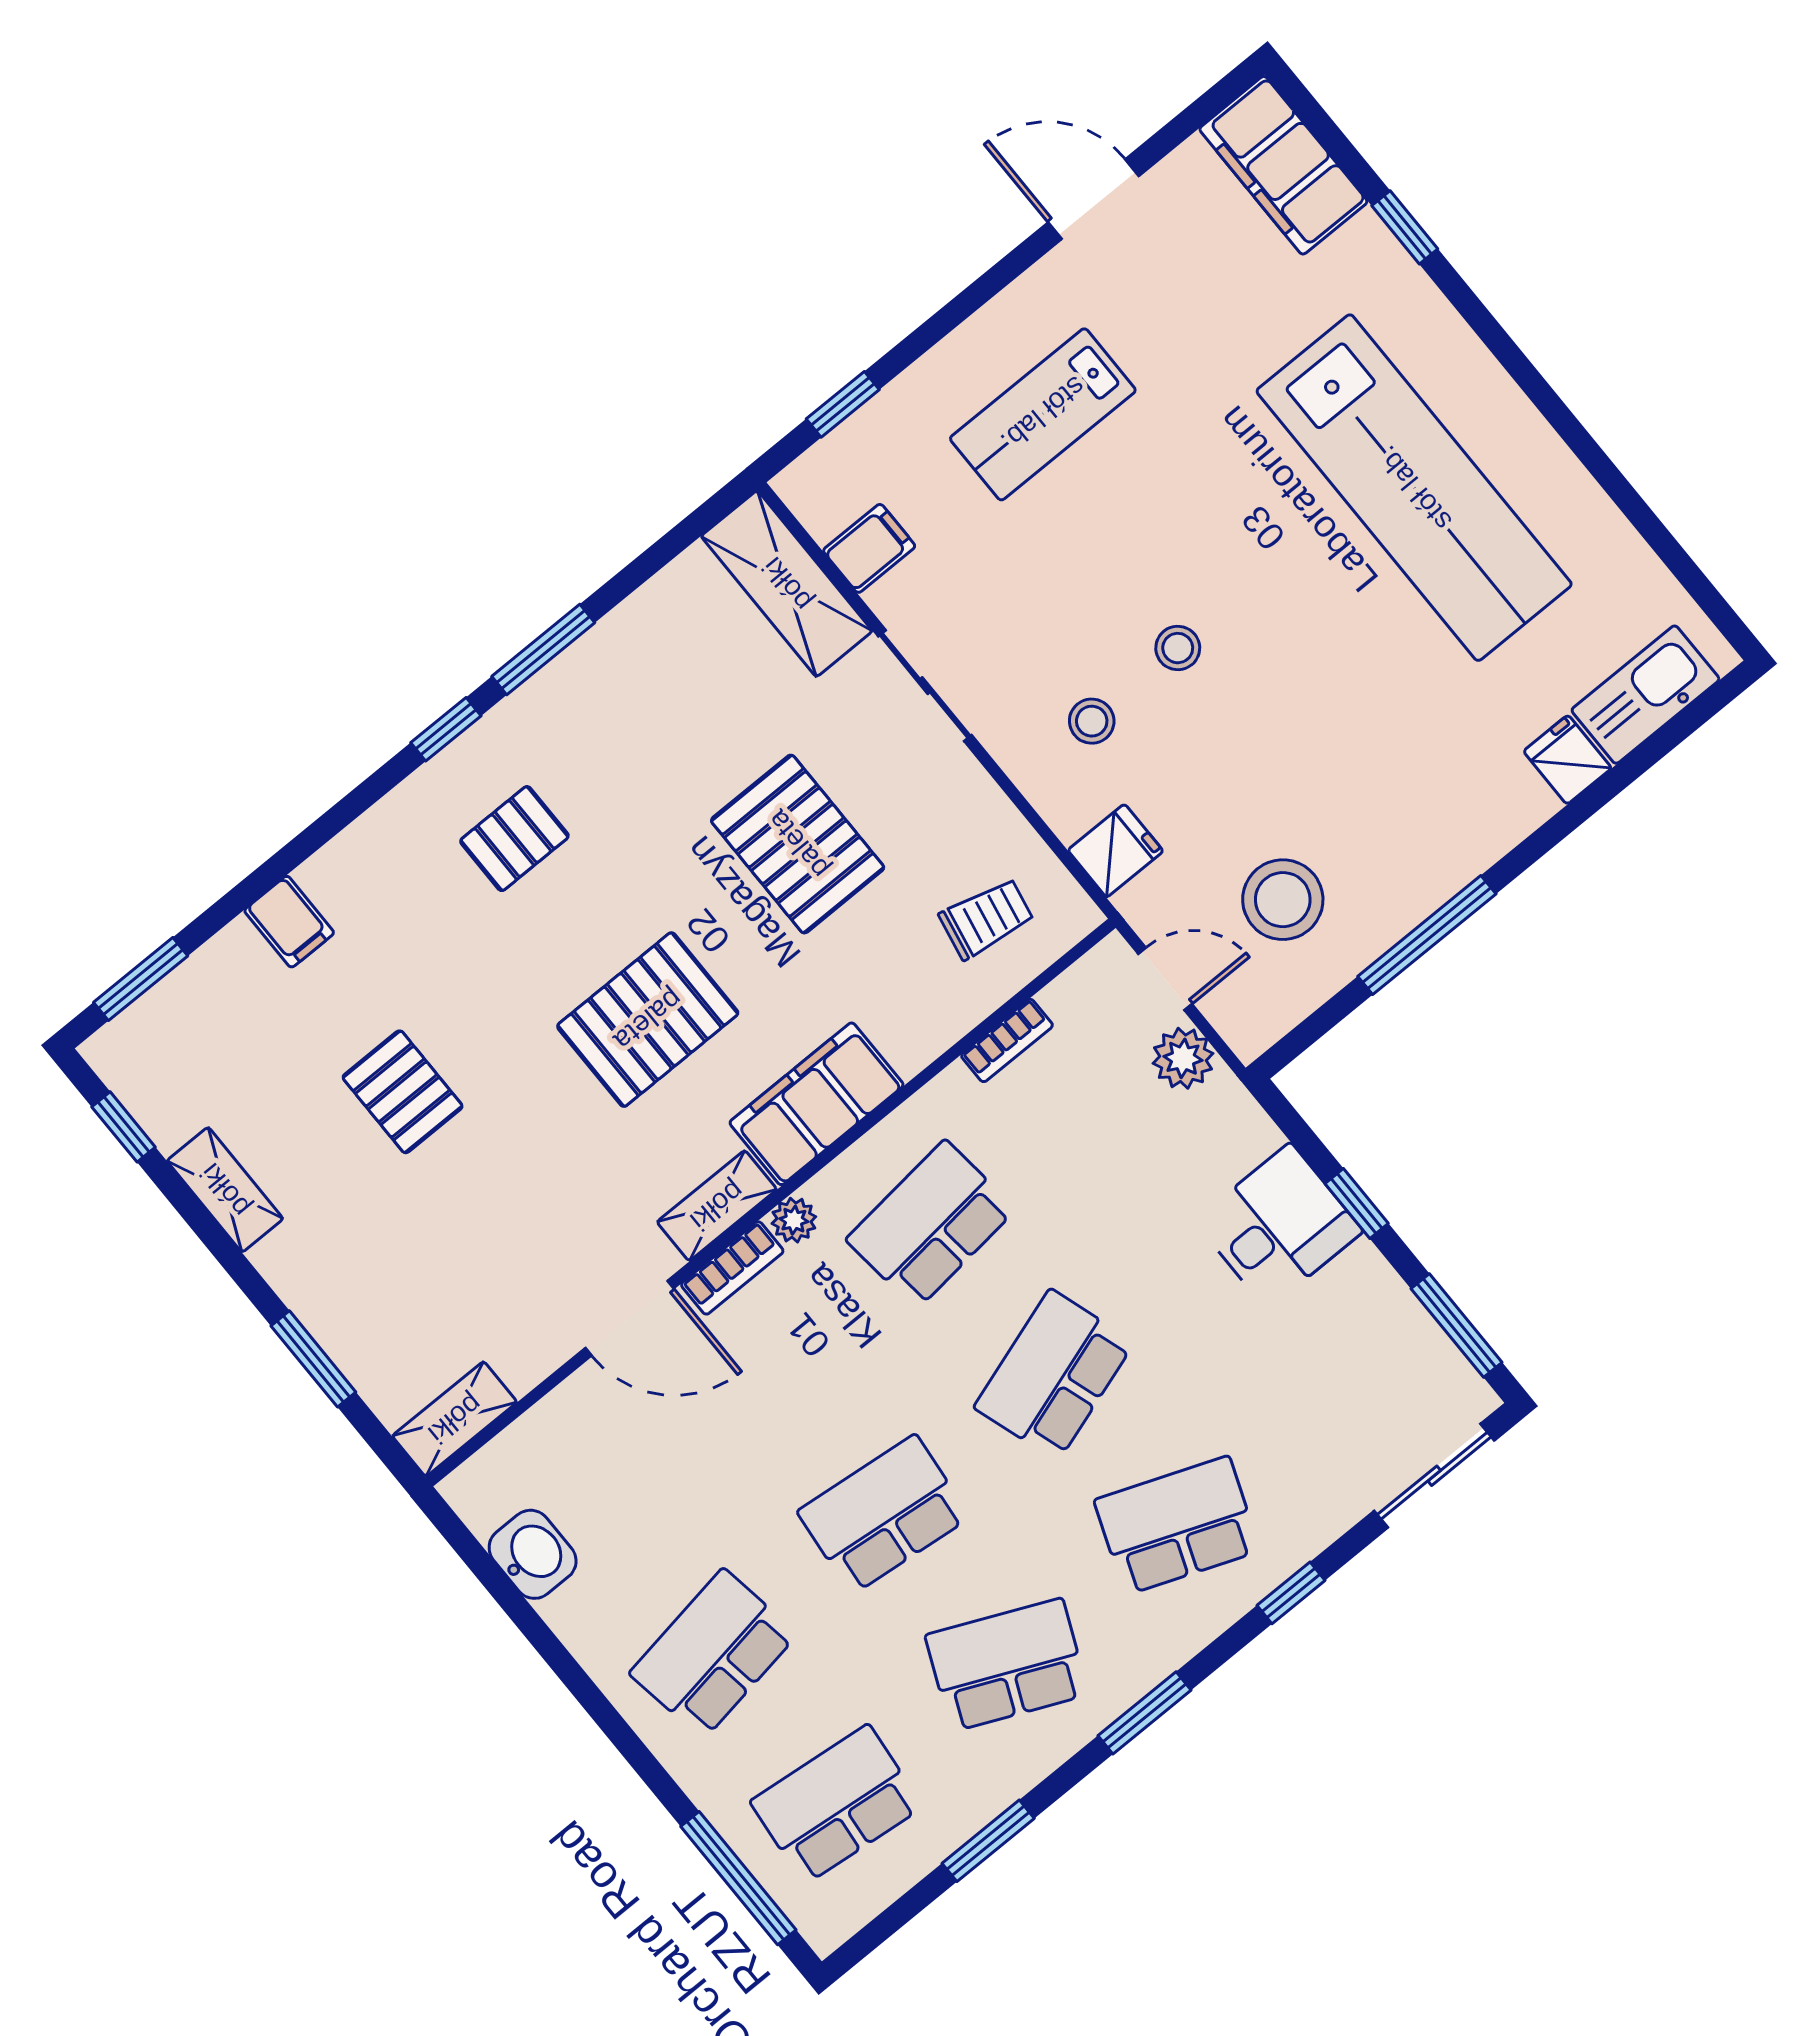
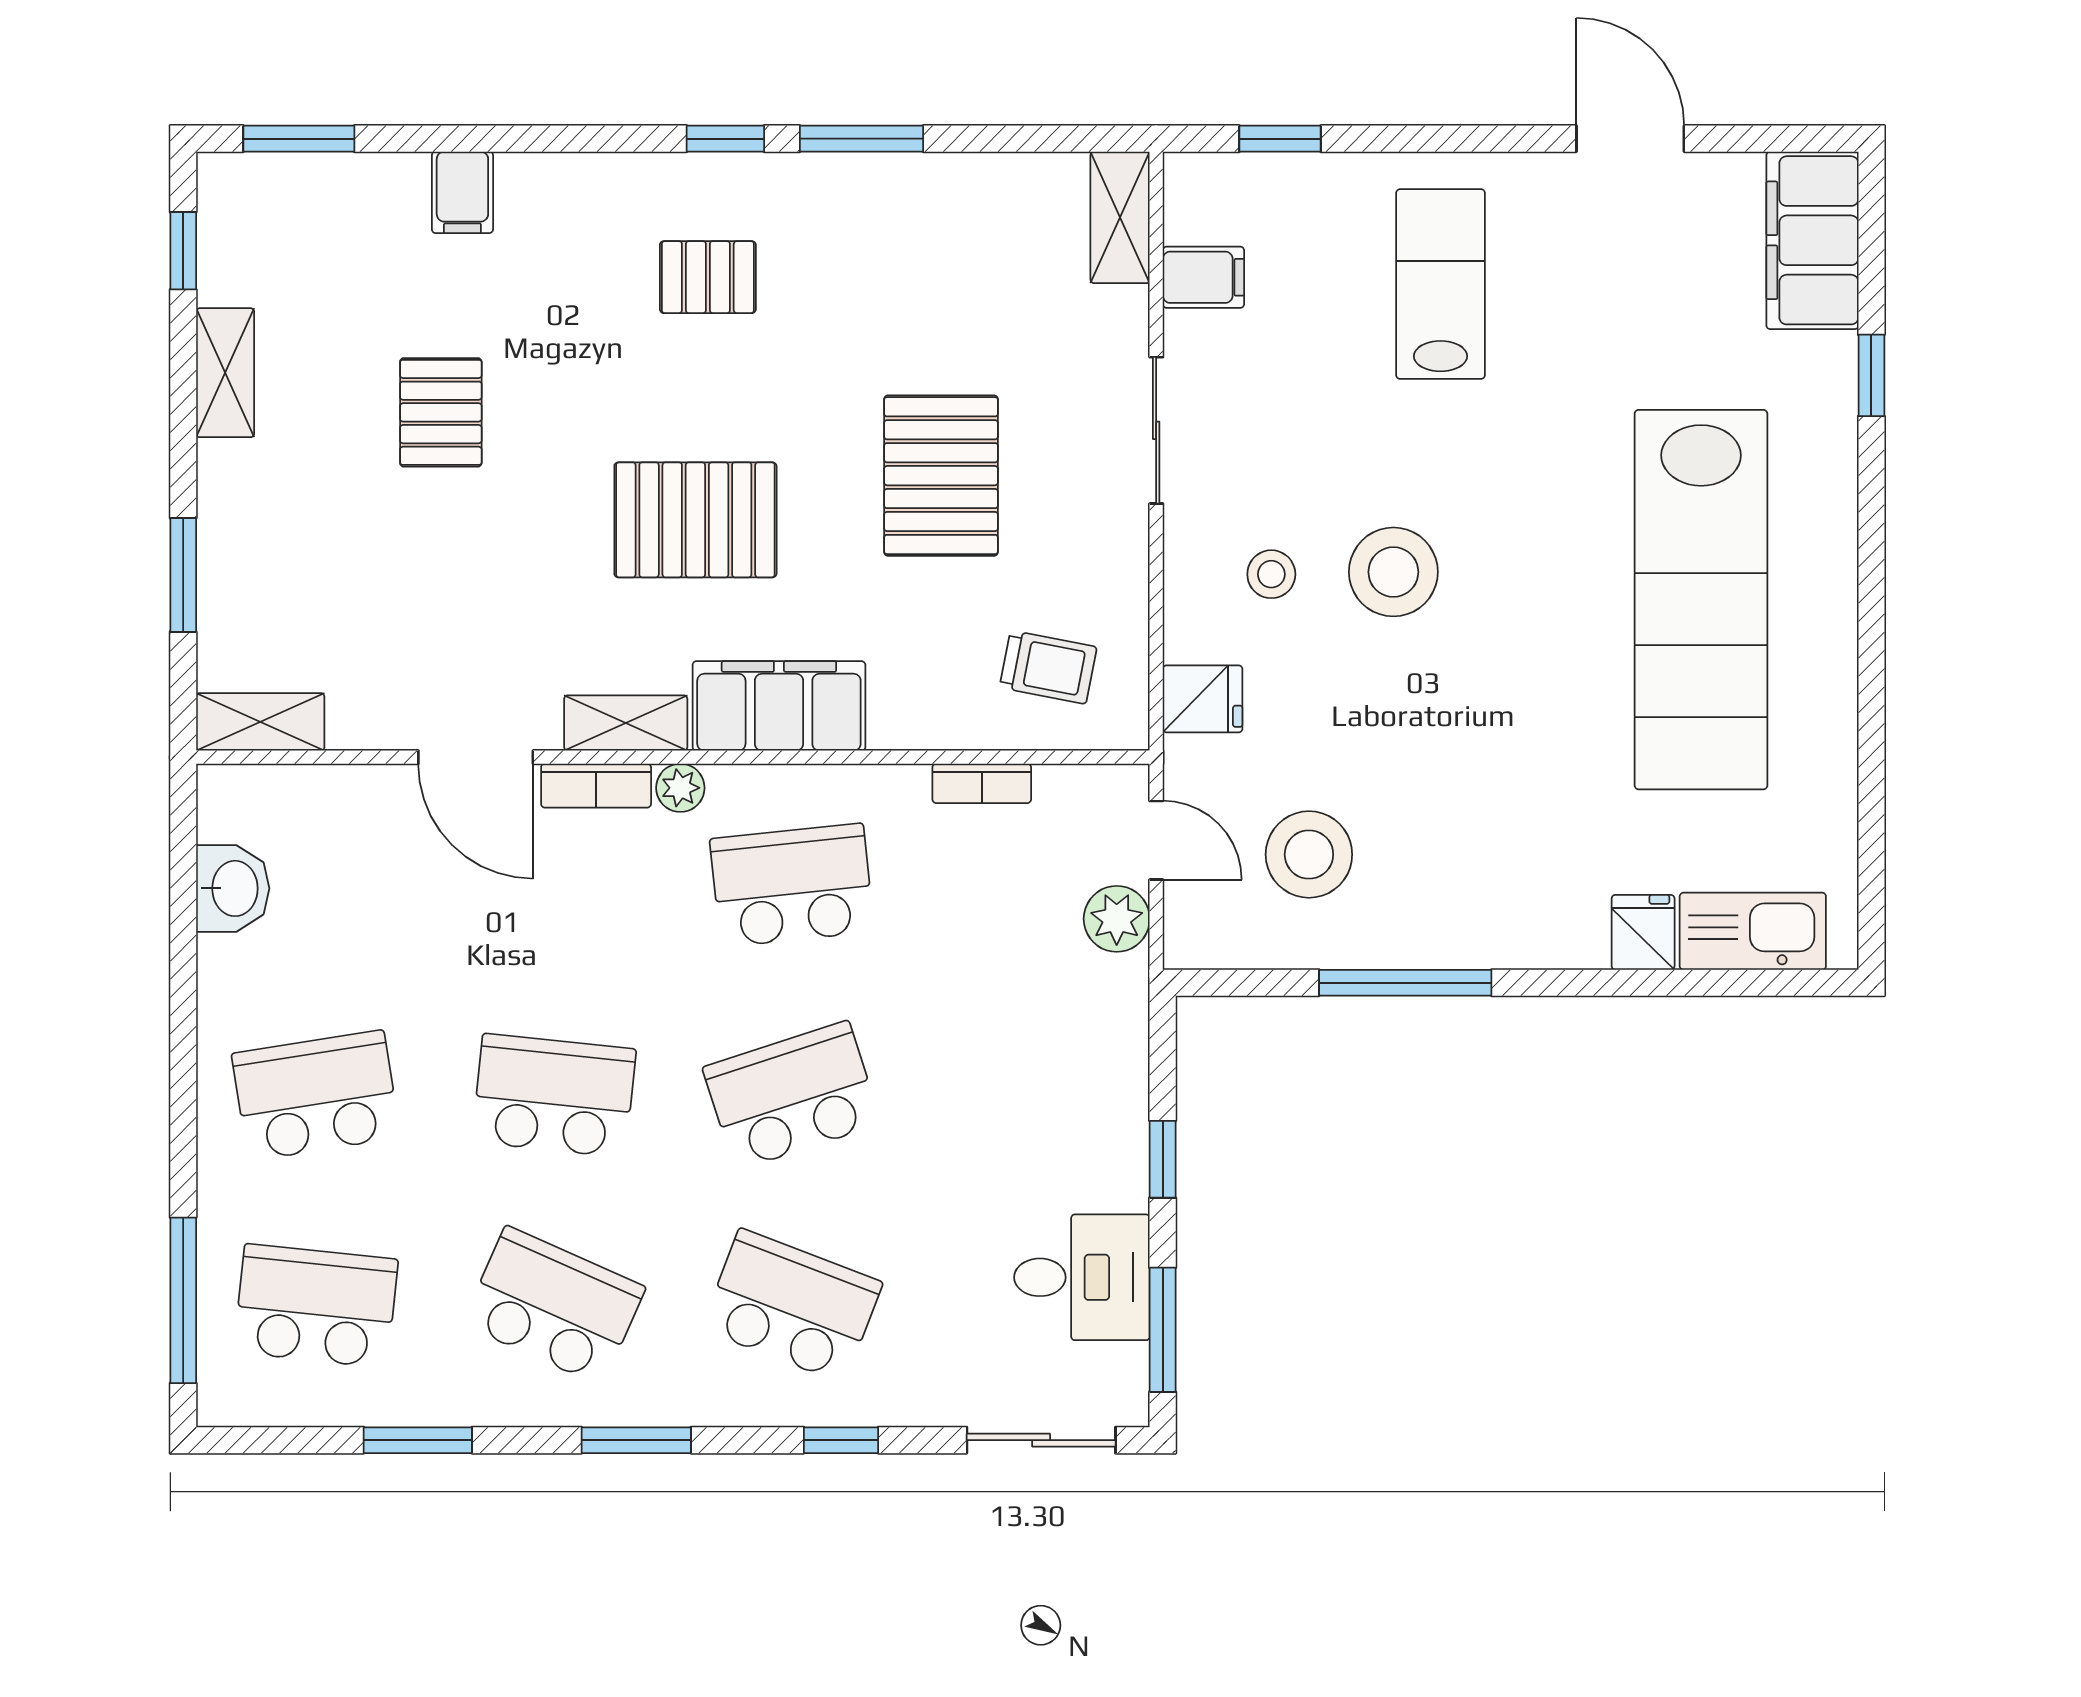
lab bench: (1043, 414) -> (1441, 284), turned 90
shelving: (787, 584) -> (1120, 217), width x0.67, depth x0.75
stool: (1178, 648) -> (1393, 572), width x1.89, depth x1.89
desk: (1279, 1226) -> (1082, 1277), moved

